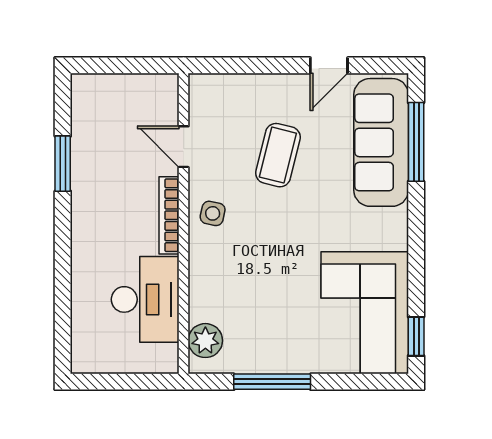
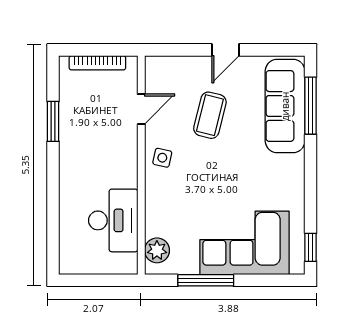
door: (329, 65) -> (225, 50), moved
door: (184, 147) -> (141, 109), swing flipped
bookcase: (169, 215) -> (97, 63), moved, turned -90
corner sofa: (365, 313) -> (244, 243), moved, turned 90

